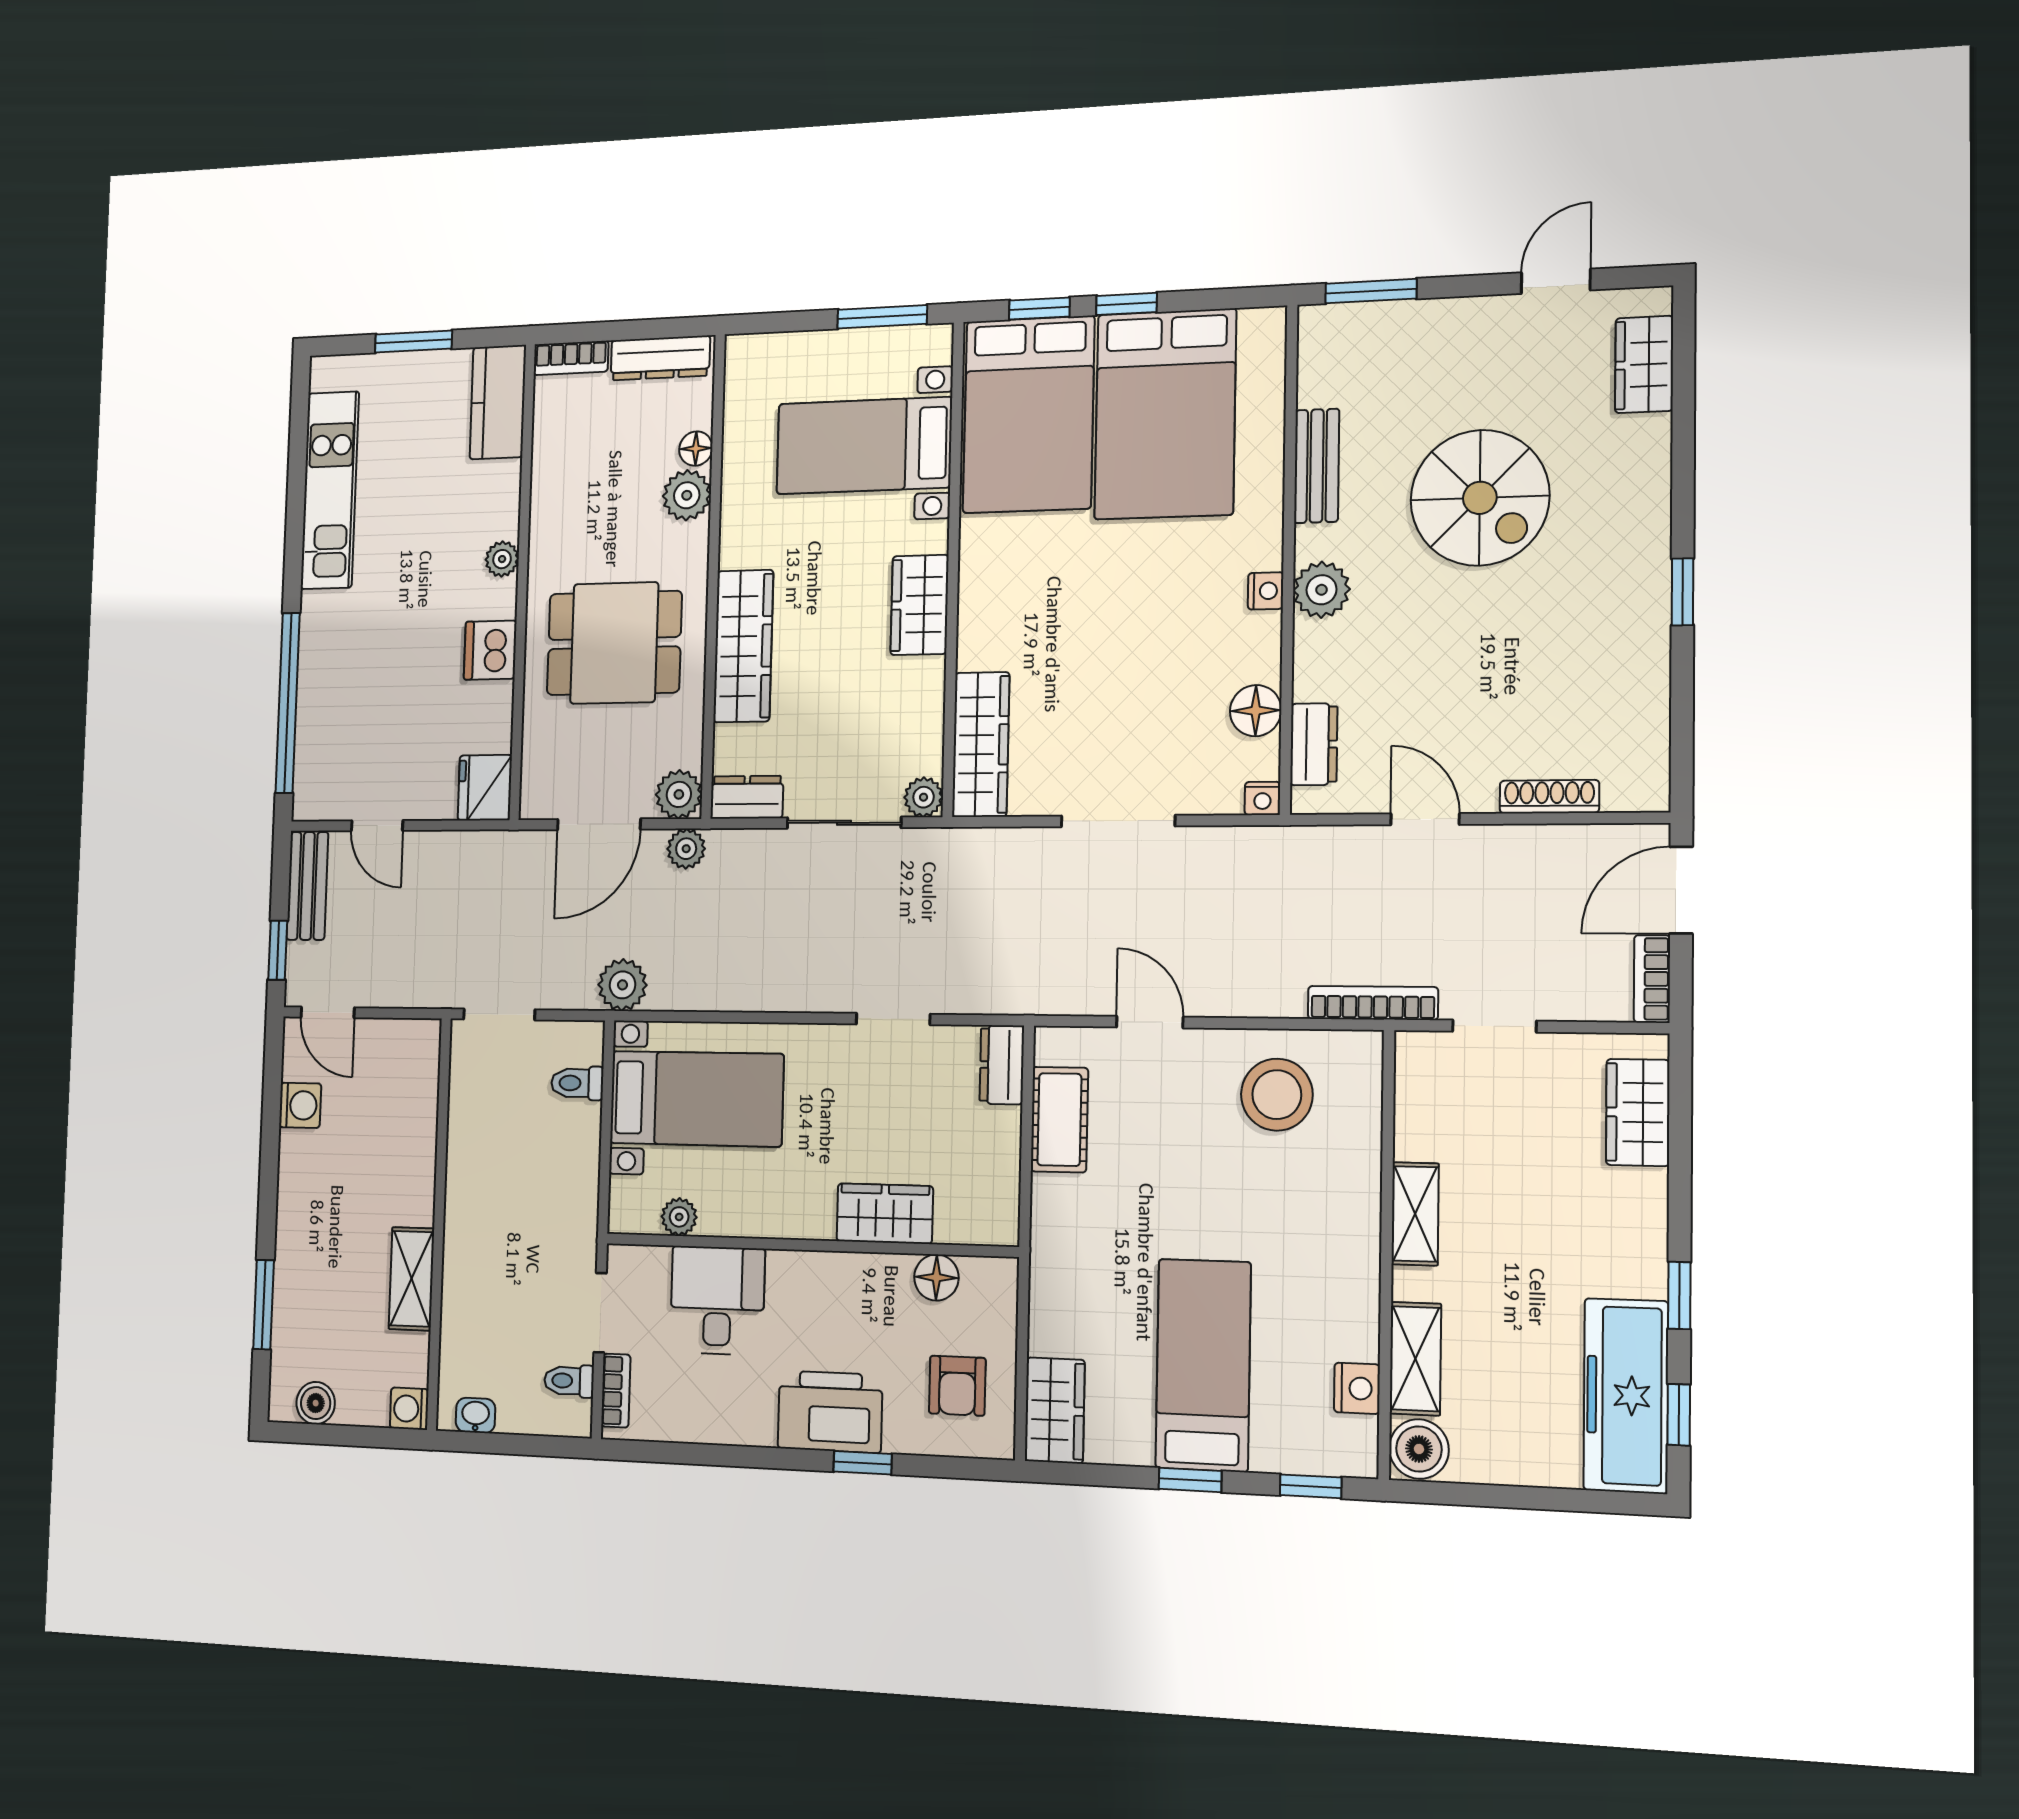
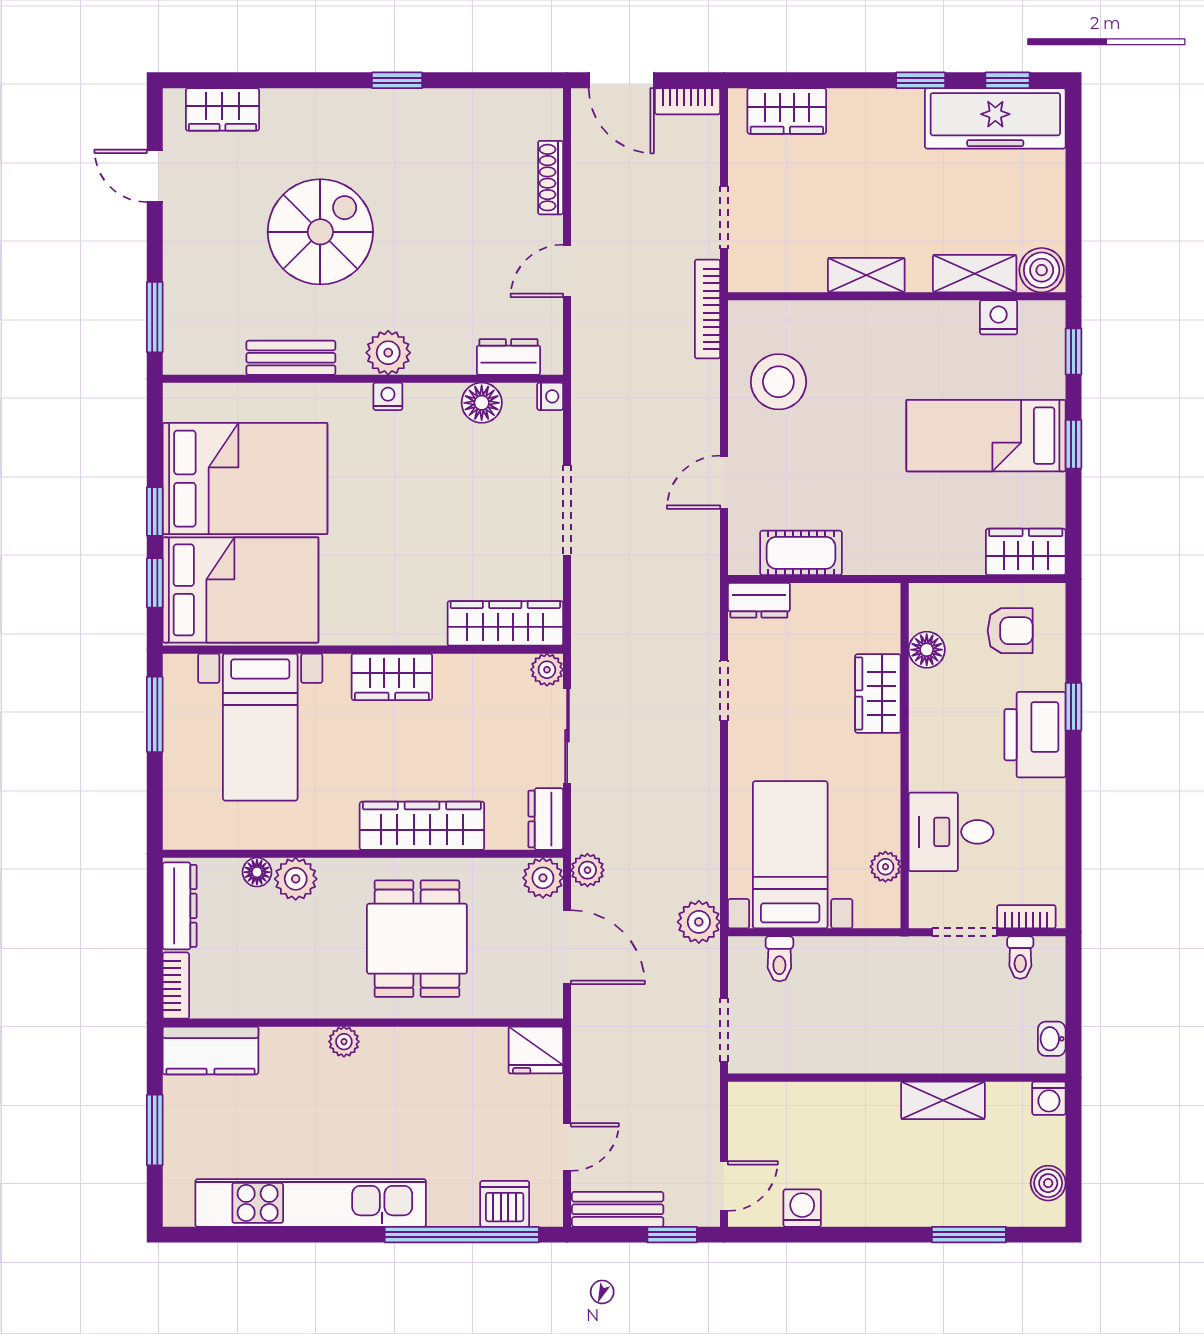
kitchen unit: (330, 490) -> (311, 1203), width x1.36
dishwasher: (490, 650) -> (505, 1204), moved, turned 180

